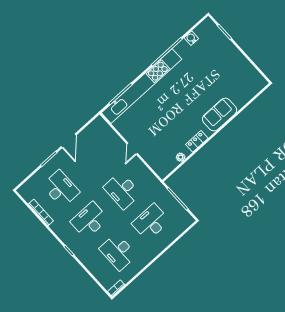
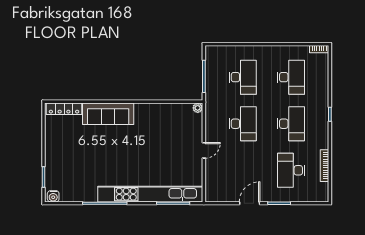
water cooler: (191, 38) -> (53, 196), moved
sofa: (220, 115) -> (108, 114), width x1.36
locker: (197, 141) -> (64, 109), moved, width x1.53
plant: (181, 157) -> (198, 108), moved
desk: (89, 220) -> (291, 124), turned -90
desk: (151, 222) -> (243, 77), turned -90

